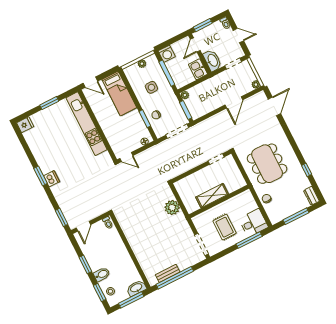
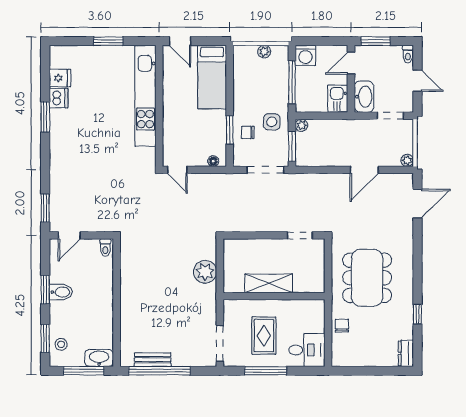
side table: (151, 87) -> (272, 122), moved
fridge: (25, 125) -> (60, 78), moved
window: (40, 176) -> (45, 117), moved
dishwasher: (52, 179) -> (59, 98), moved
window: (296, 216) -> (370, 371), removed
window: (249, 240) -> (266, 371), moved
bidet: (102, 274) -> (61, 292), moved

